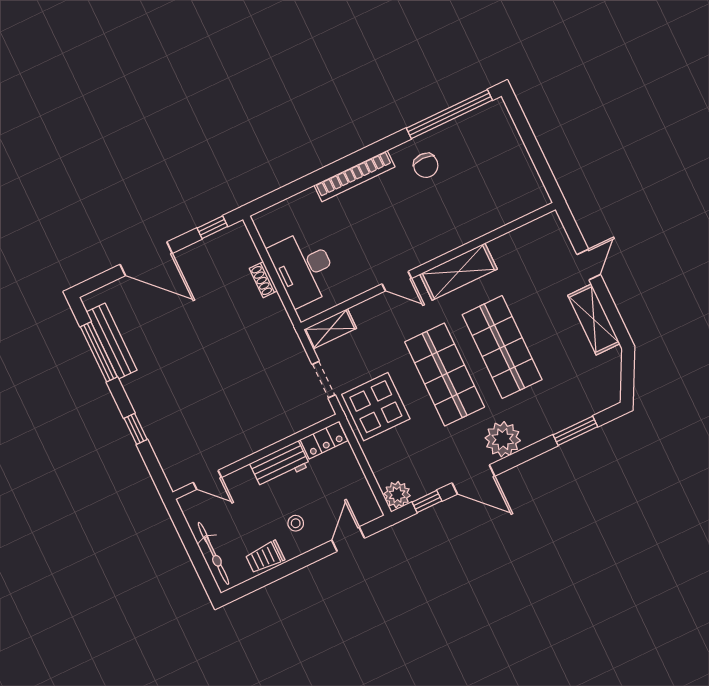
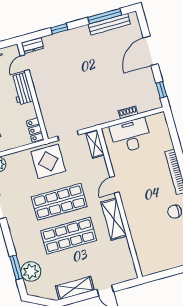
plant: (503, 439) -> (31, 272), moved
workbench: (280, 465) -> (22, 89), moved
dresser: (174, 471) -> (33, 45), added

